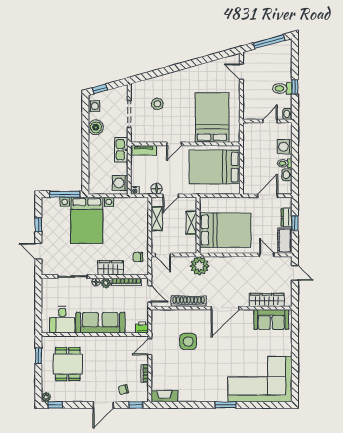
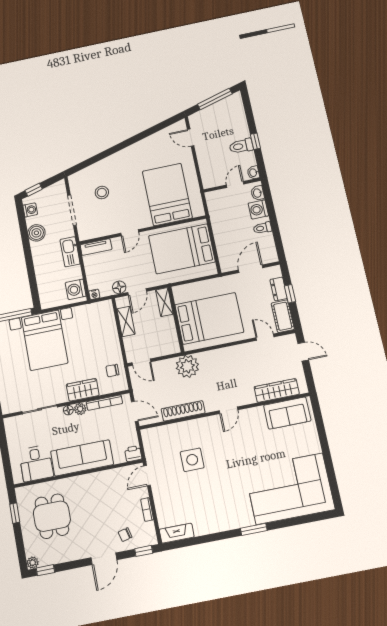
washbasin: (287, 175) -> (258, 193), moved
shelving: (191, 223) -> (164, 302), moved
door: (225, 308) -> (229, 410), width x0.53

